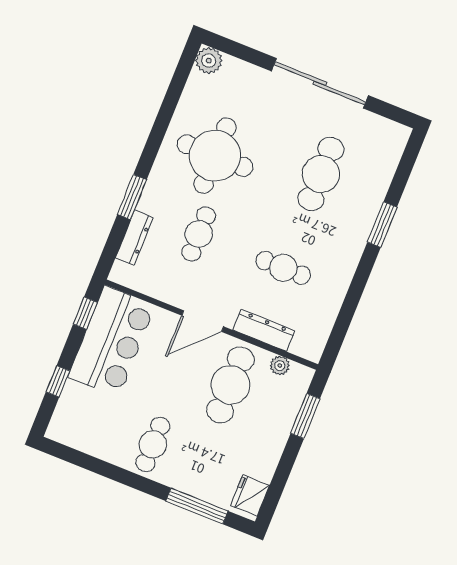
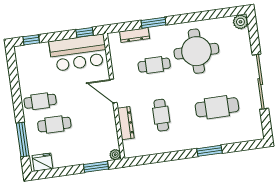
plant: (280, 366) -> (115, 155), moved
window: (58, 381) -> (31, 40), moved
cafe table: (230, 385) -> (54, 124), moved, width x0.73, depth x0.74

